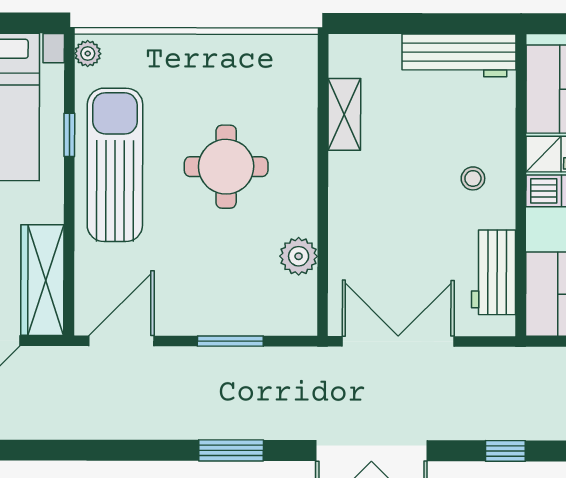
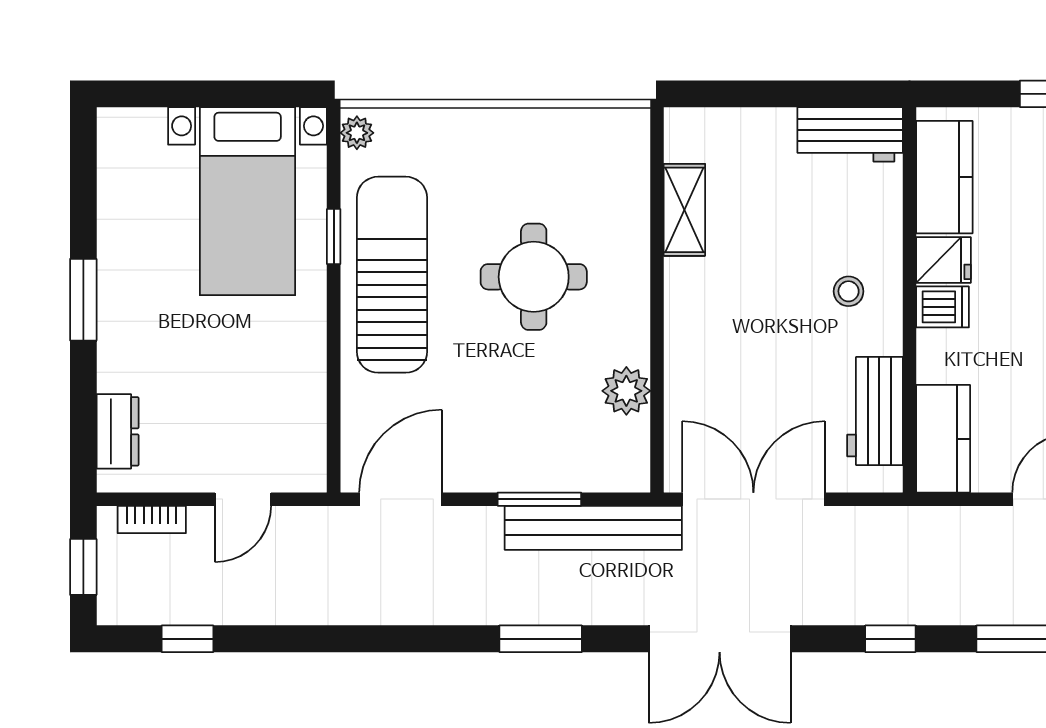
workbench: (459, 55) -> (850, 134), width x0.73
wardrobe: (42, 280) -> (300, 422), removed
bench: (273, 364) -> (593, 528), added

